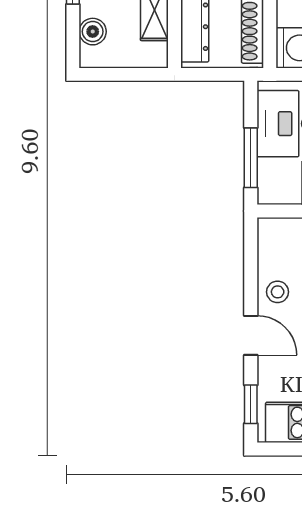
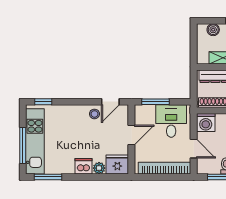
door: (251, 335) -> (110, 102), moved

